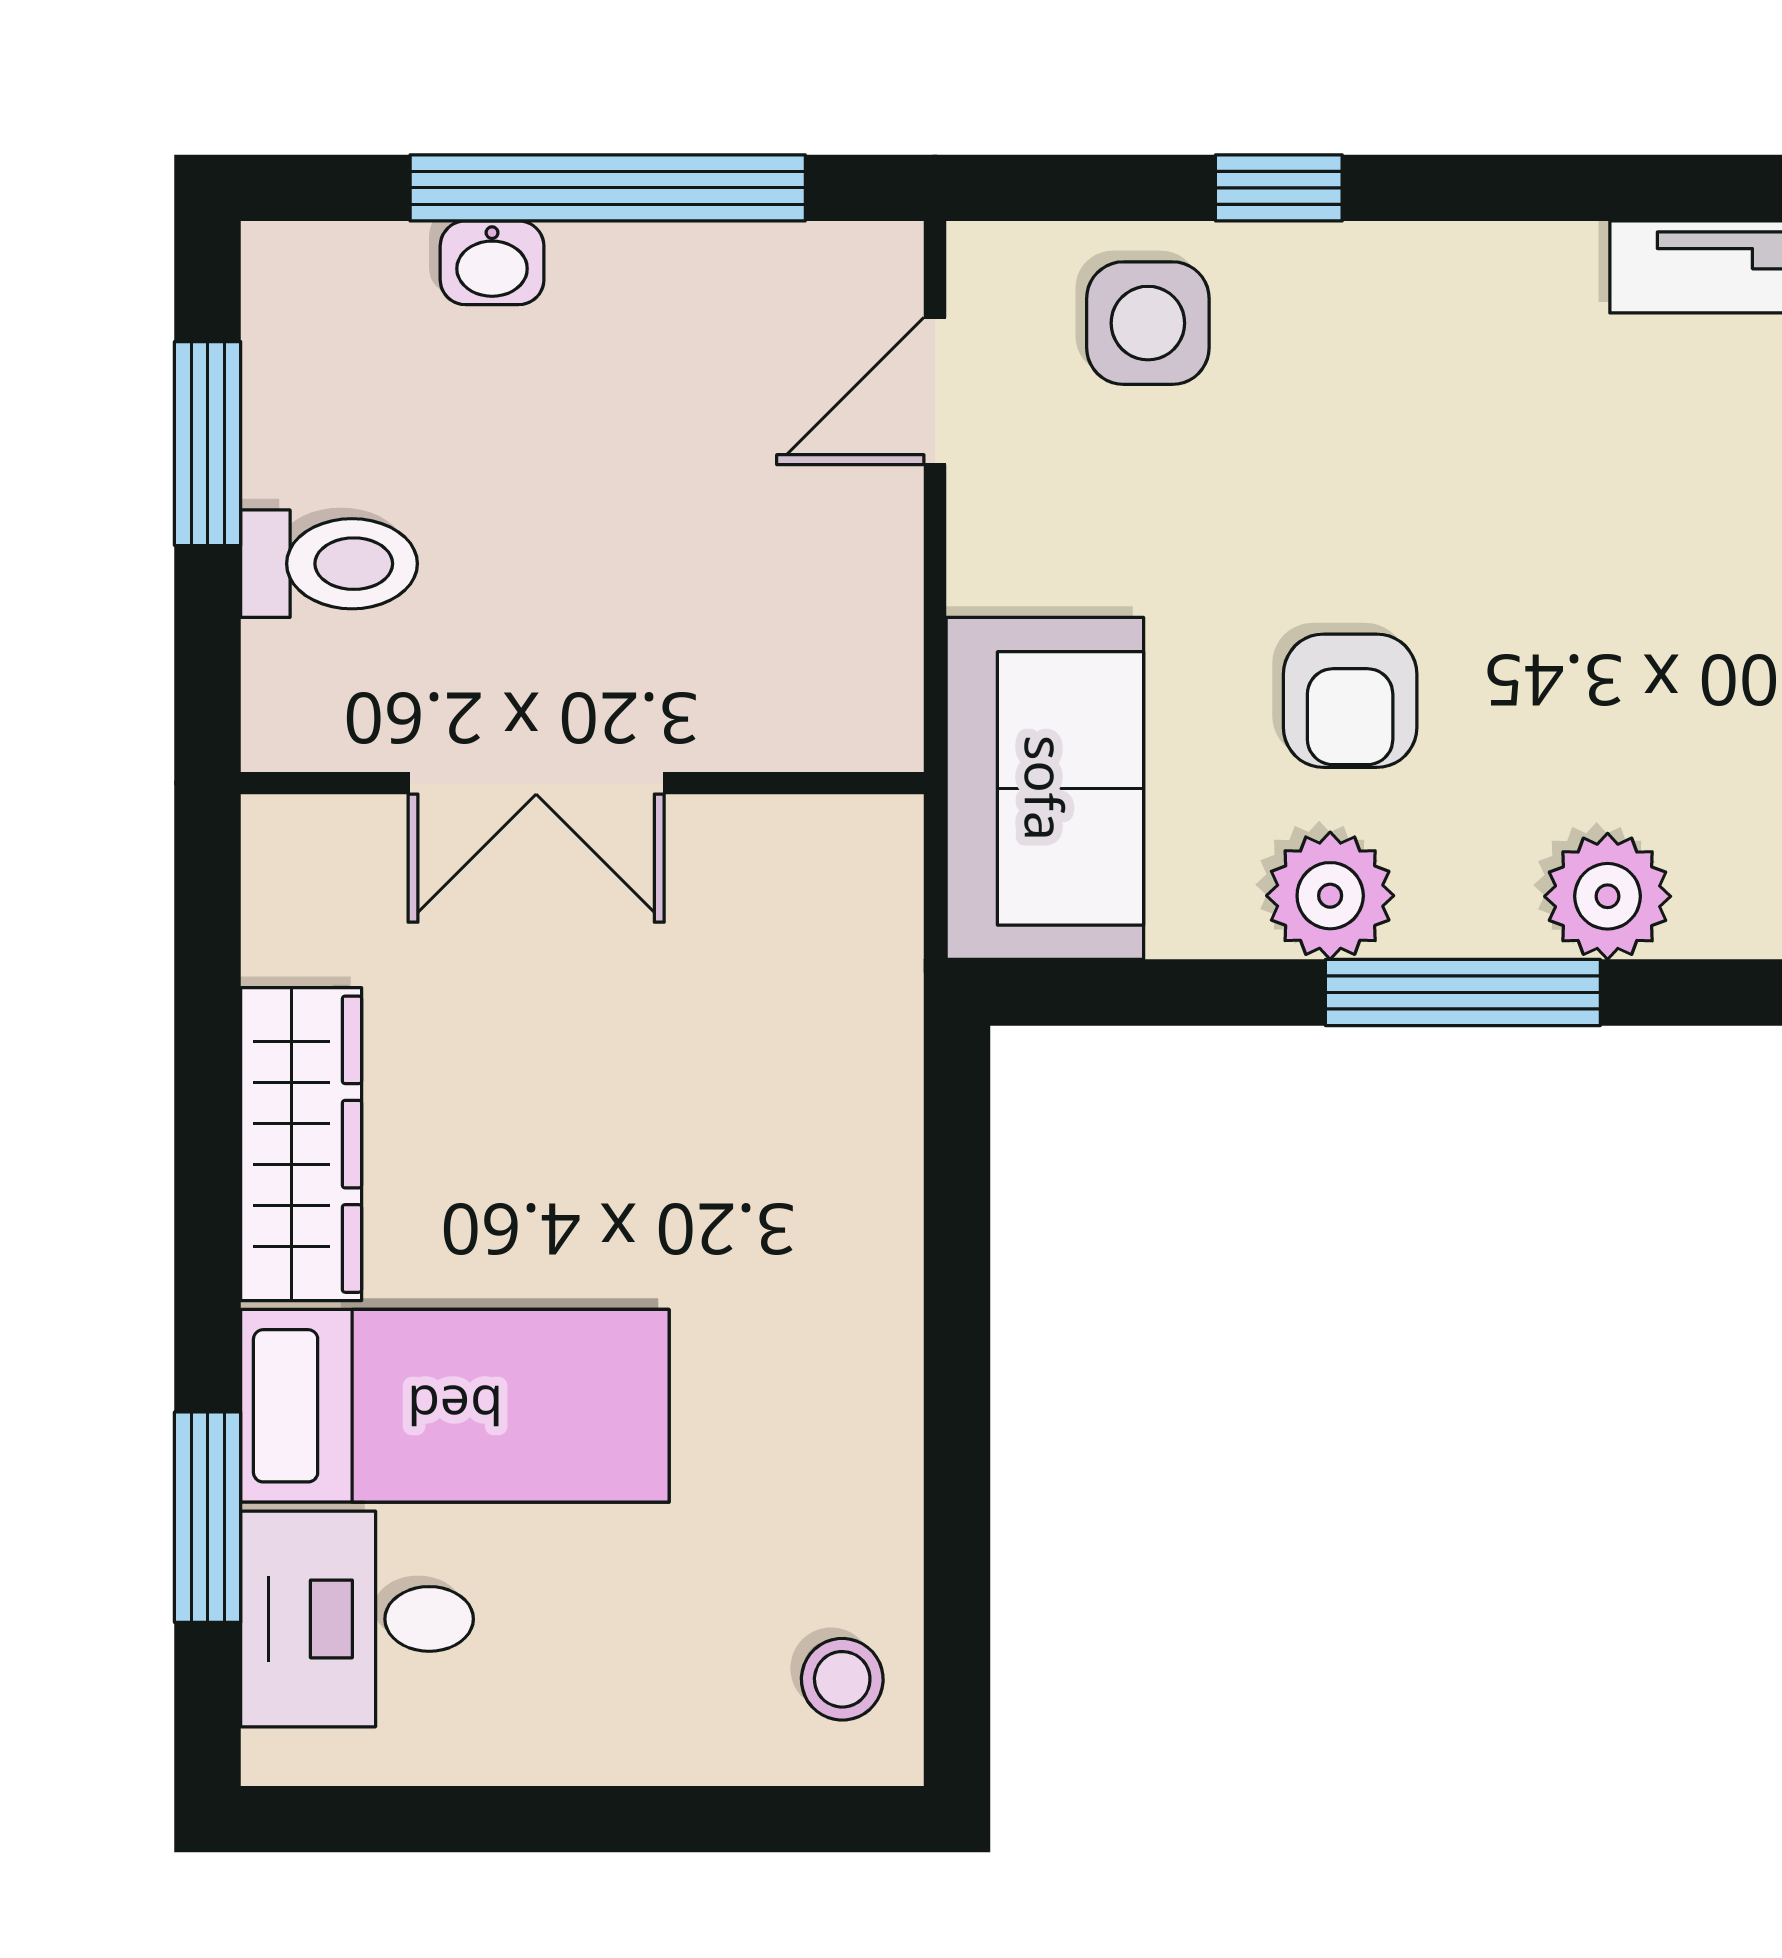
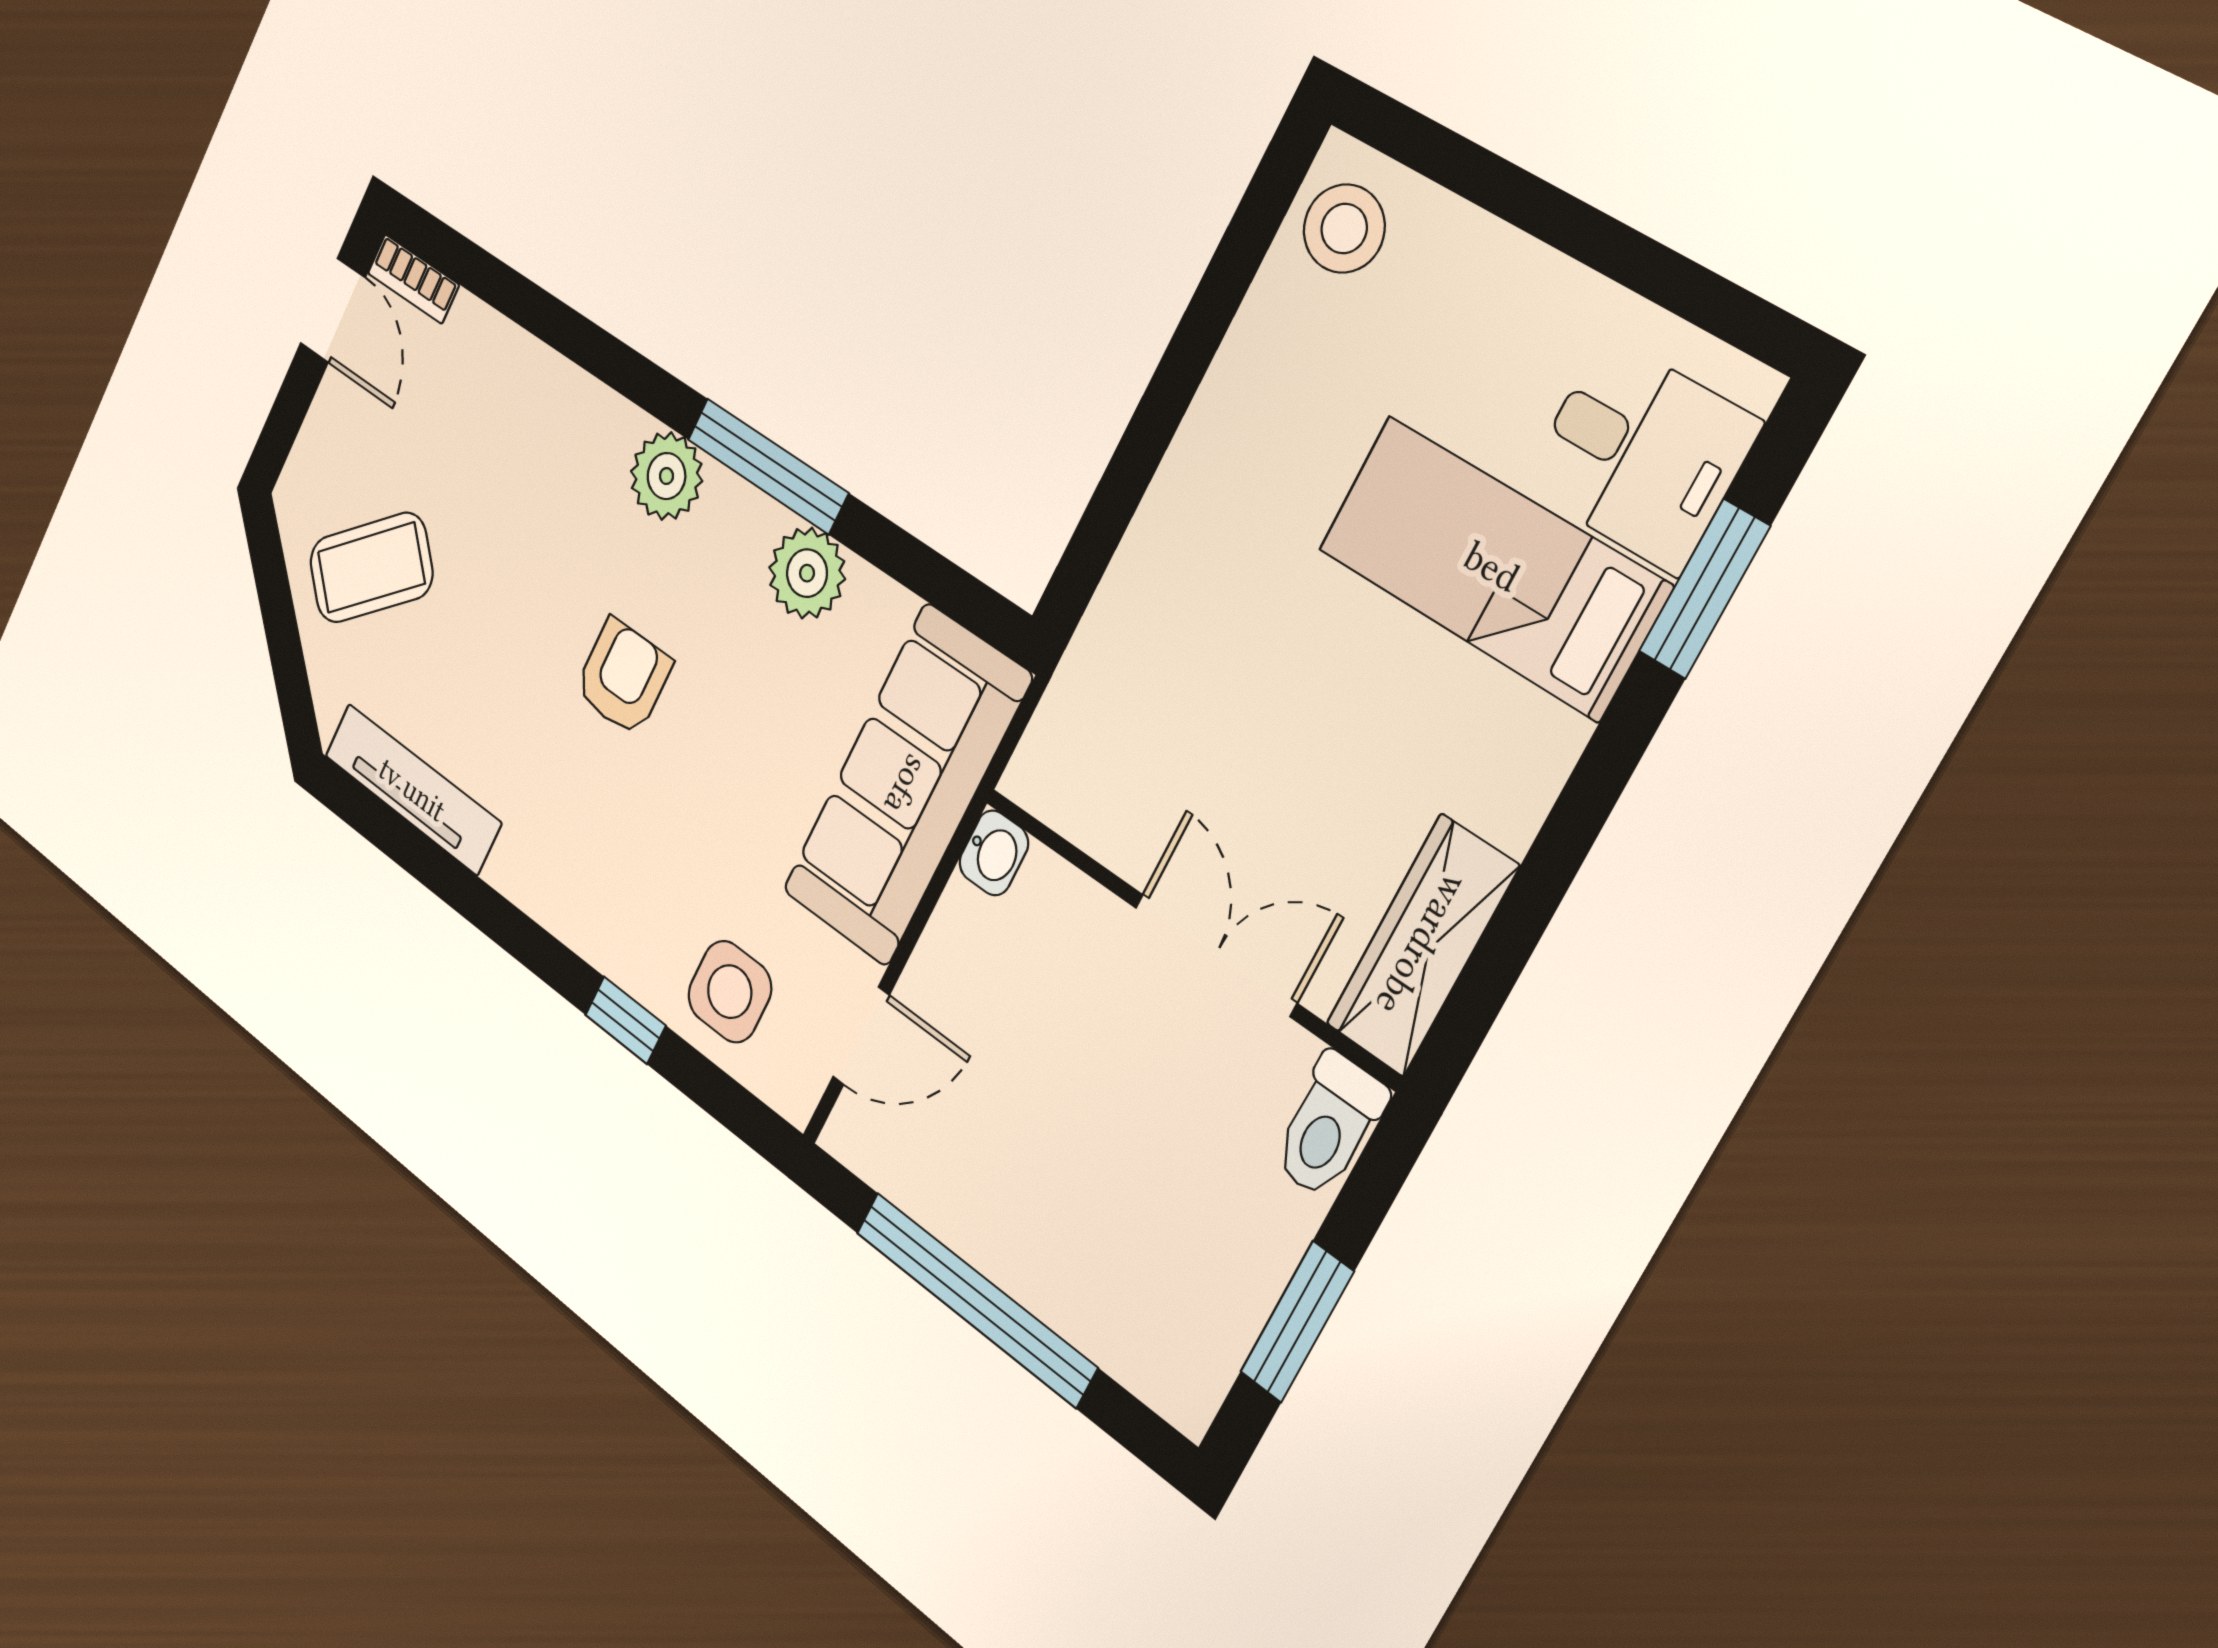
washbasin: (492, 263) -> (994, 853), moved, turned 90
toilet: (329, 564) -> (1329, 1126), moved, turned -90
armchair: (1350, 701) -> (623, 677), moved
sofa: (1045, 788) -> (906, 785), width x1.36
wardrobe: (301, 1144) -> (1422, 945), moved
stool: (842, 1679) -> (1344, 229), width x1.37, depth x1.37

